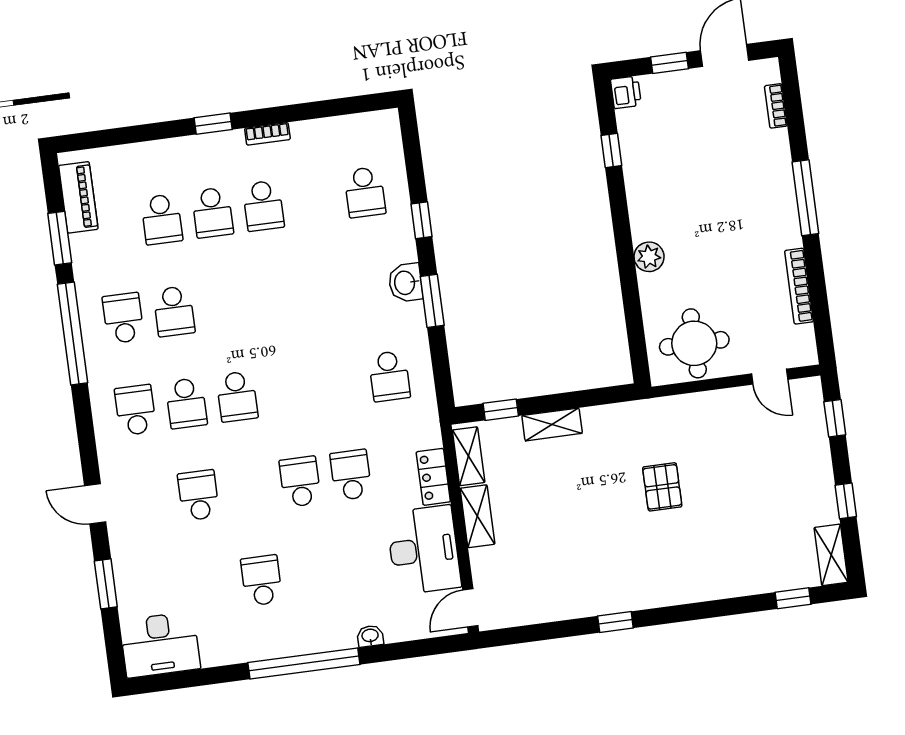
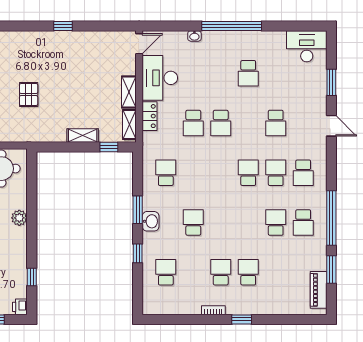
school desk: (162, 219) -> (193, 223), moved

